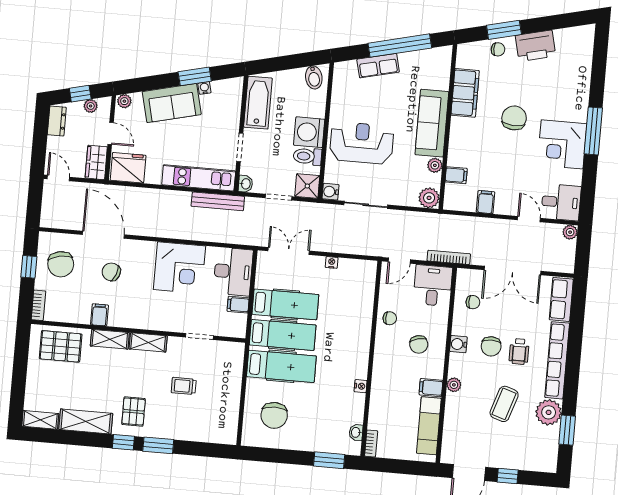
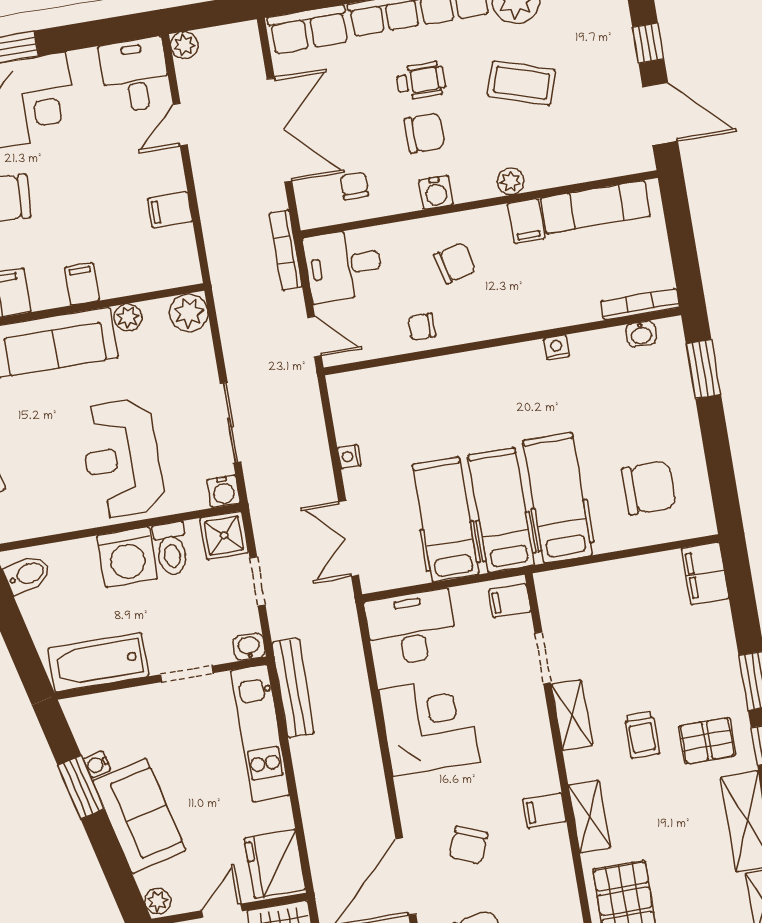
filing cabinet: (456, 175) -> (82, 284), moved
filing cabinet: (238, 305) -> (510, 601), moved, turned 90
filing cabinet: (99, 315) -> (545, 810), moved
chair: (390, 318) -> (422, 327), turned -90
shelving: (148, 342) -> (572, 715), moved
trolley: (184, 386) -> (642, 735), moved
filing cabinet: (222, 433) -> (705, 573), added
bookcase: (371, 444) -> (640, 304), width x1.56

